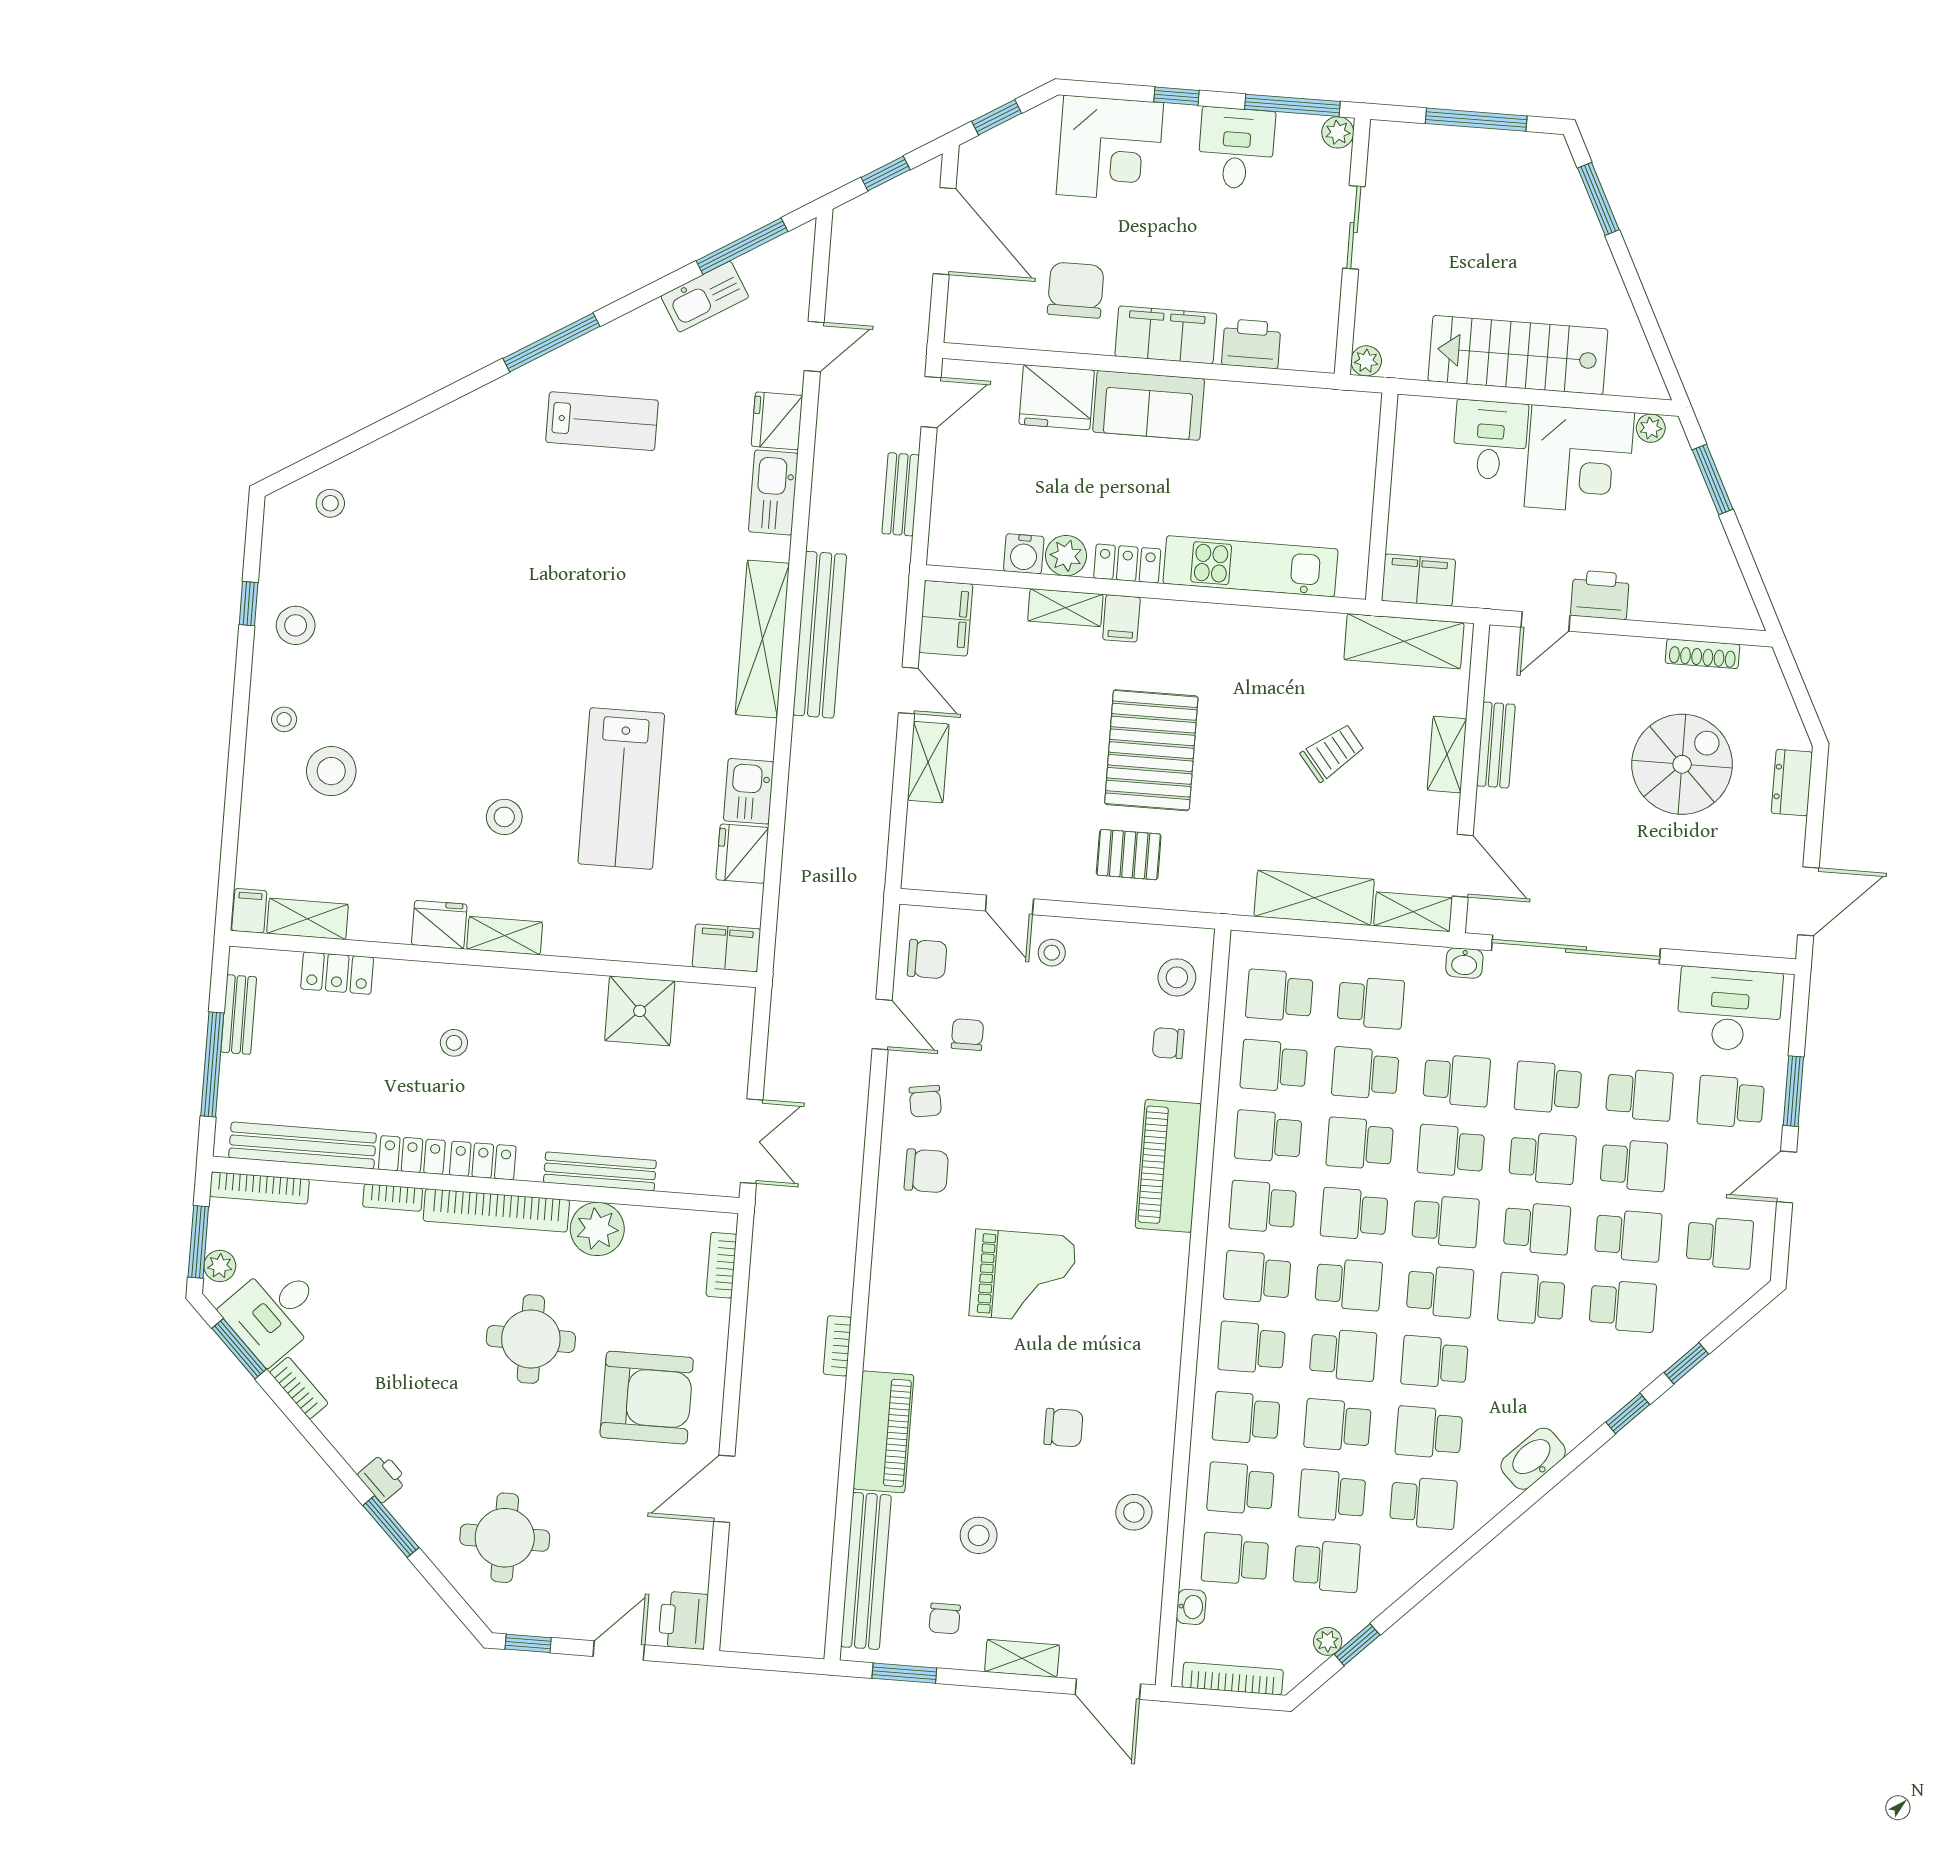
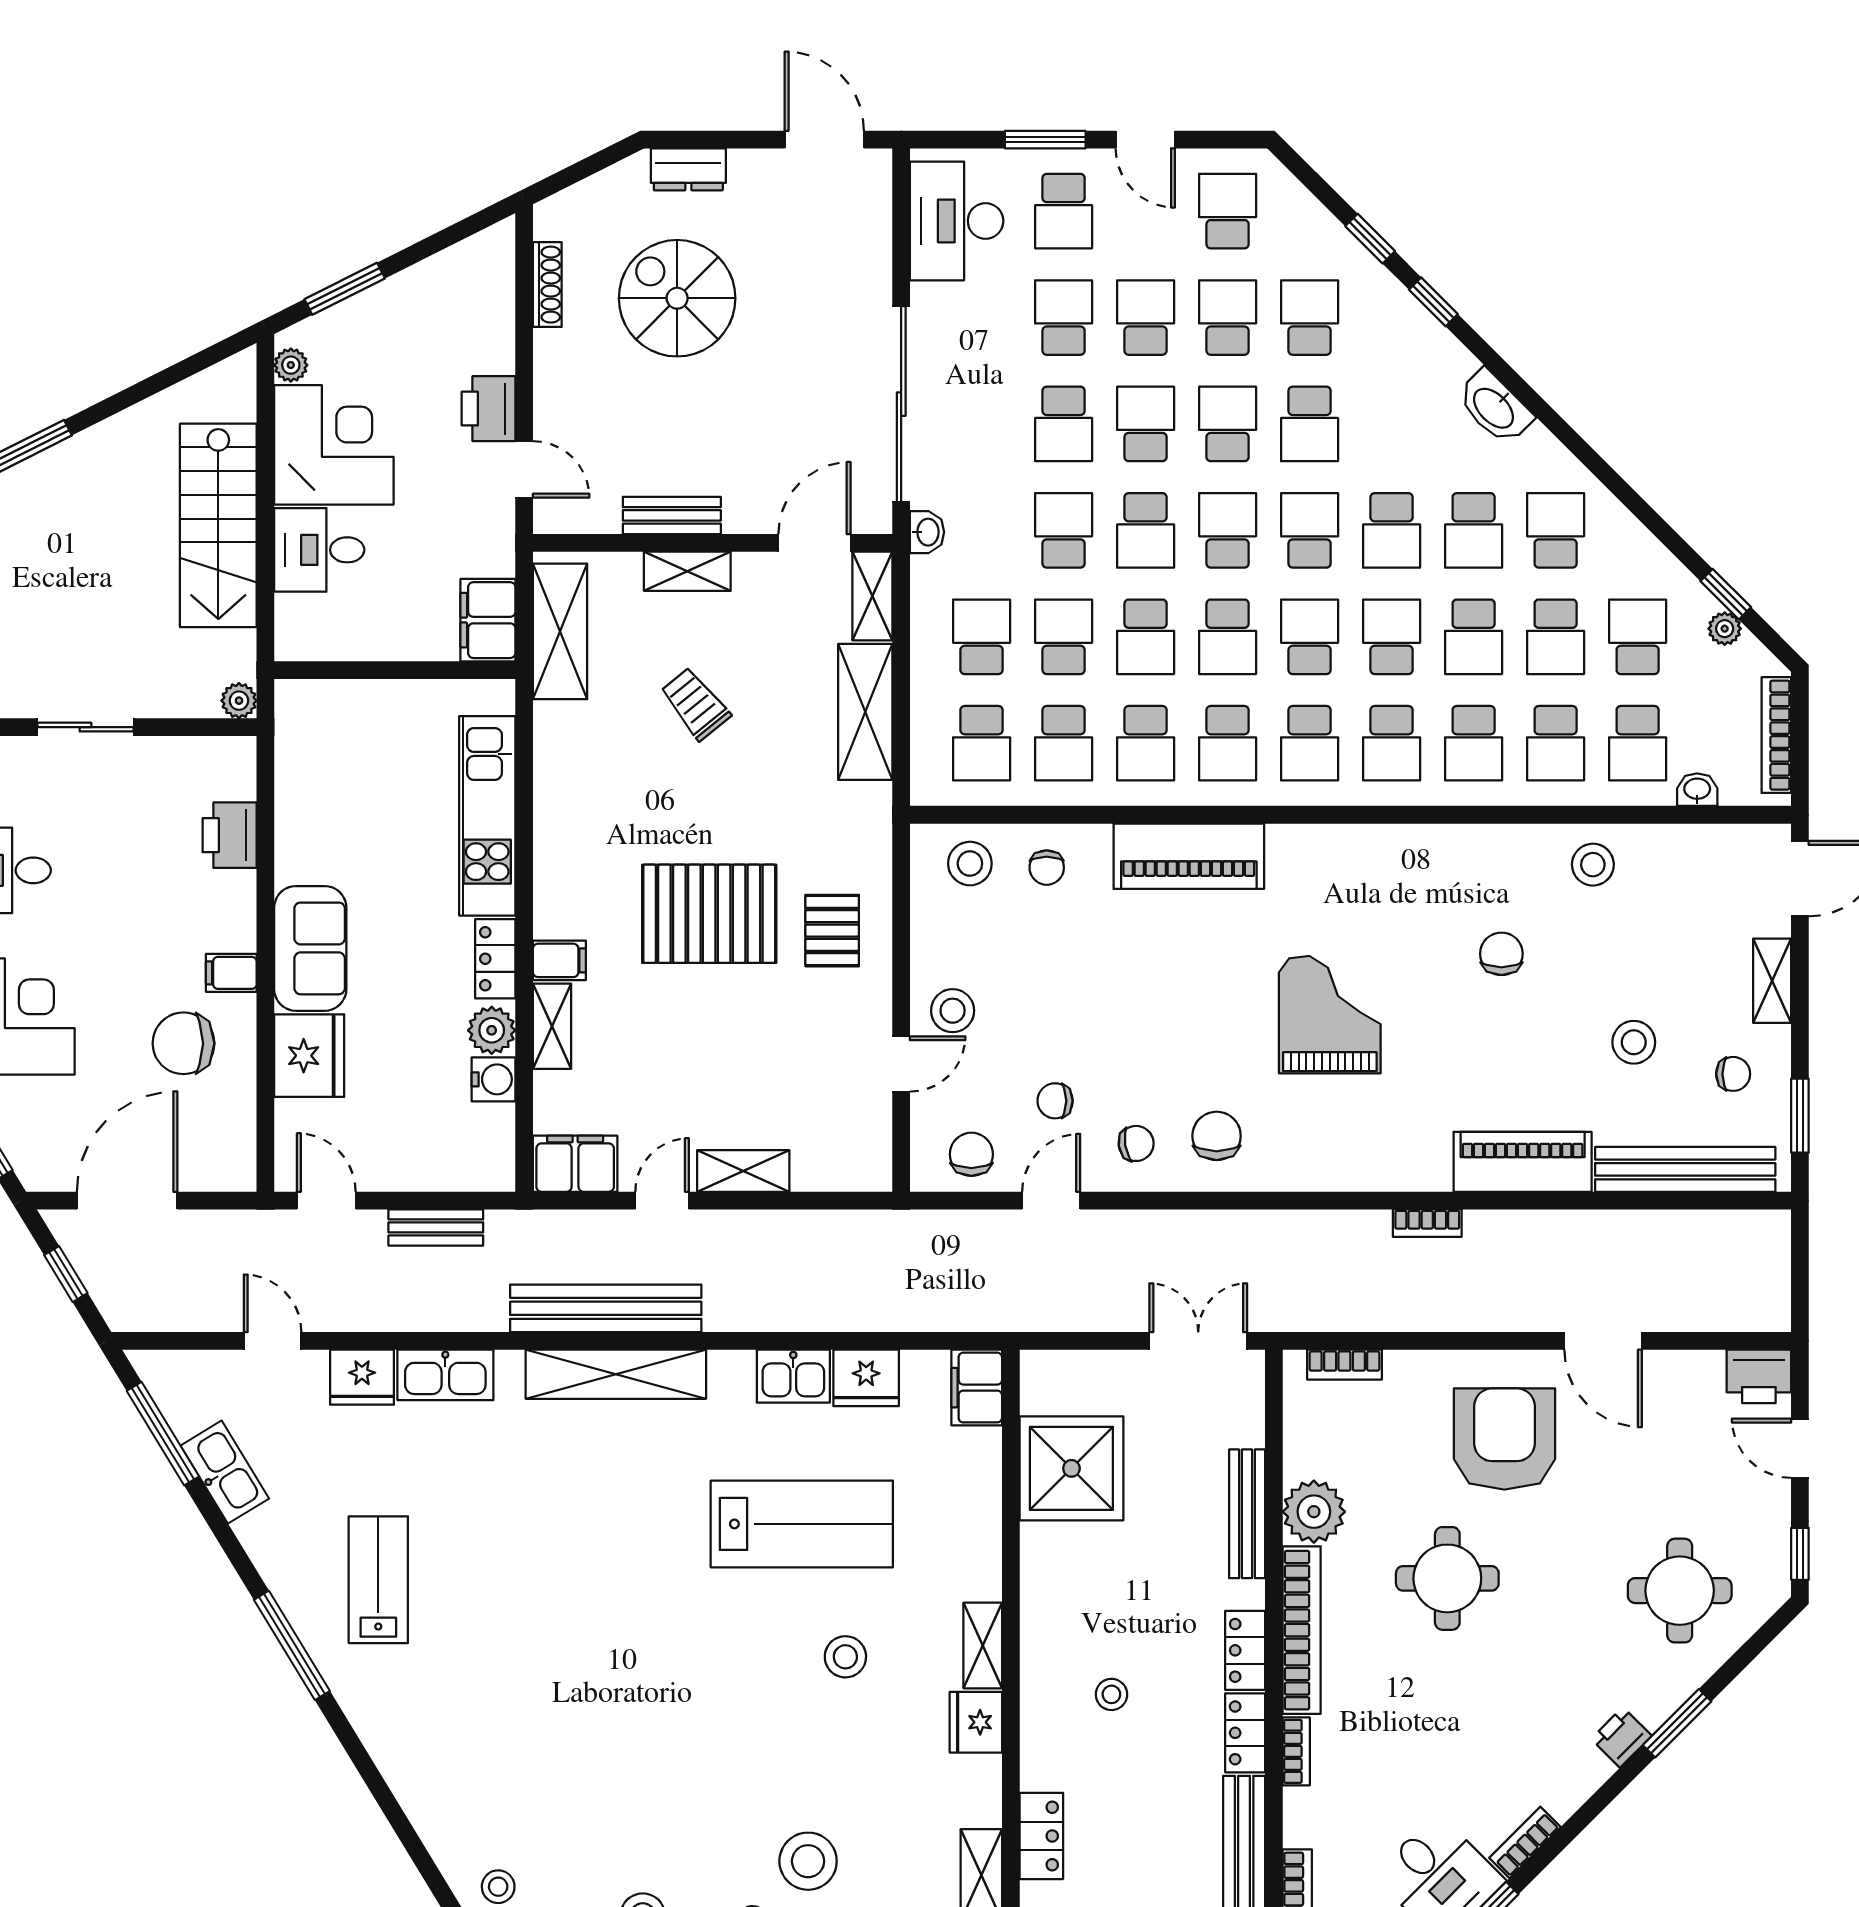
filing cabinet: (1166, 335) -> (231, 973), width x0.33, depth x0.86
stool: (1052, 953) -> (953, 1011), width x1.37, depth x1.37
shower: (640, 1011) -> (1071, 1468), width x1.37, depth x1.37
school desk: (1365, 1073) -> (1064, 637), turned 180

